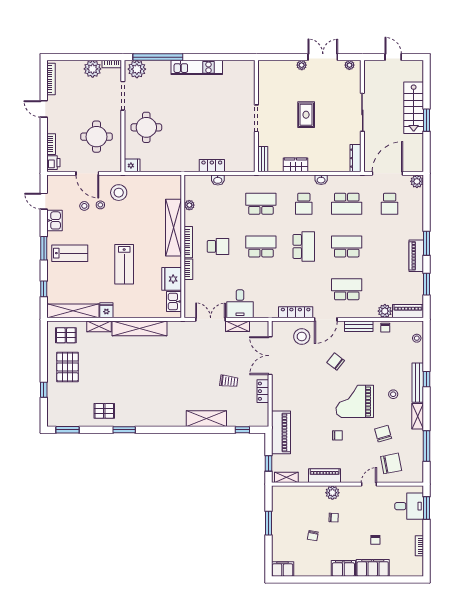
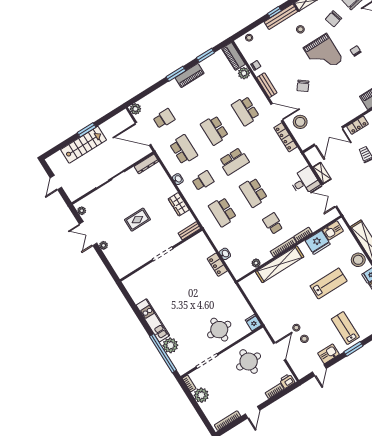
plant: (137, 69) -> (170, 345), moved
stool: (119, 193) -> (358, 260), moved
school desk: (304, 246) -> (234, 161), turned 180

